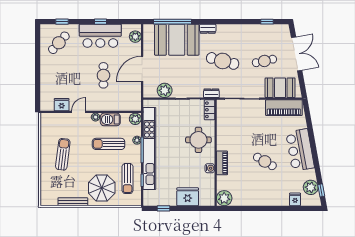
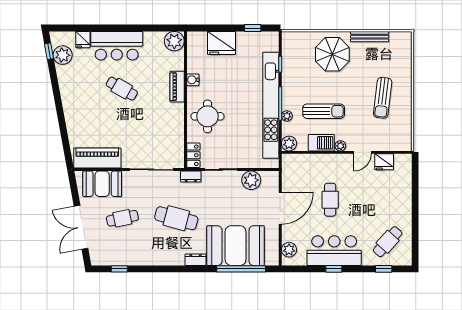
bar counter: (300, 150) -> (117, 46), moved, turned 100
sun lounger: (128, 179) -> (299, 66), removed

